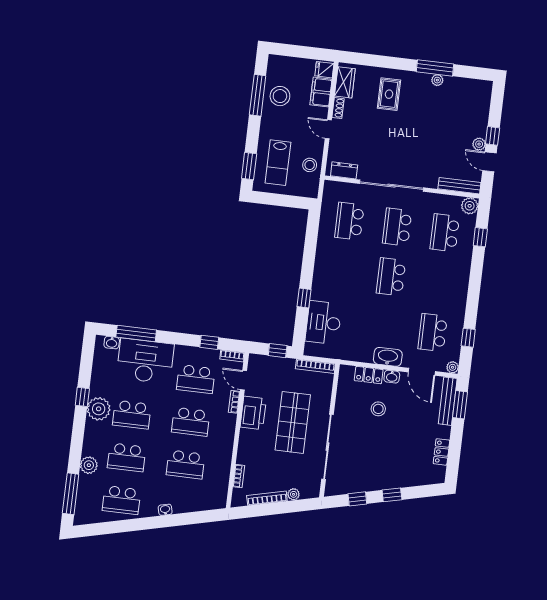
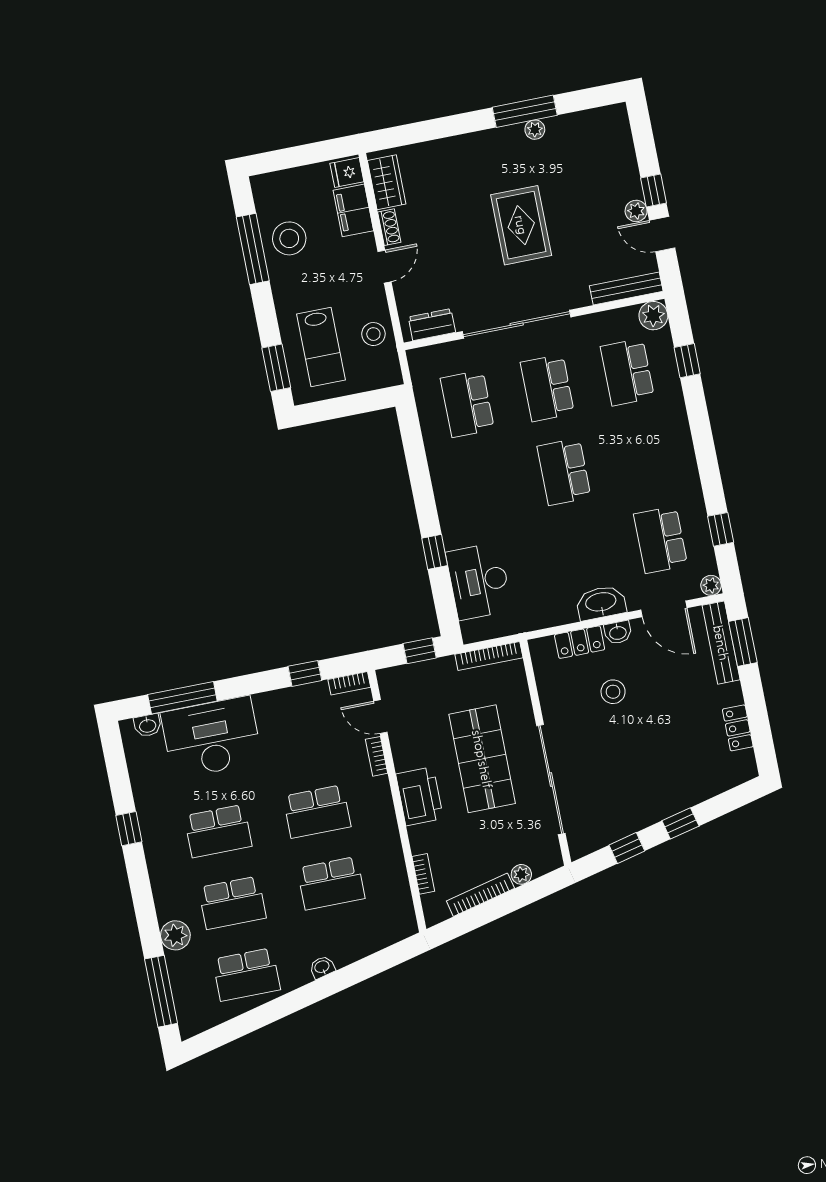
rug: (389, 94) -> (521, 225), moved, width x1.36, depth x1.43
door: (328, 129) -> (385, 267), swing flipped
school desk: (196, 379) -> (303, 740), removed
plant: (99, 409) -> (162, 839), removed
printer: (253, 413) -> (420, 796), moved

